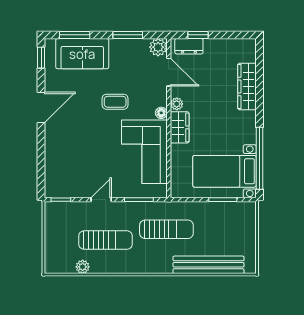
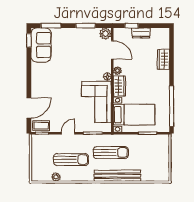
dresser: (189, 46) -> (141, 33), moved
sofa: (82, 54) -> (41, 45), moved, turned -90
wardrobe: (247, 86) -> (163, 59), width x0.67
coffee table: (115, 102) -> (41, 126), moved
door: (41, 107) -> (29, 108), moved
bed with nightstands: (224, 171) -> (134, 115), moved, turned 180
bench: (208, 265) -> (117, 176), moved

